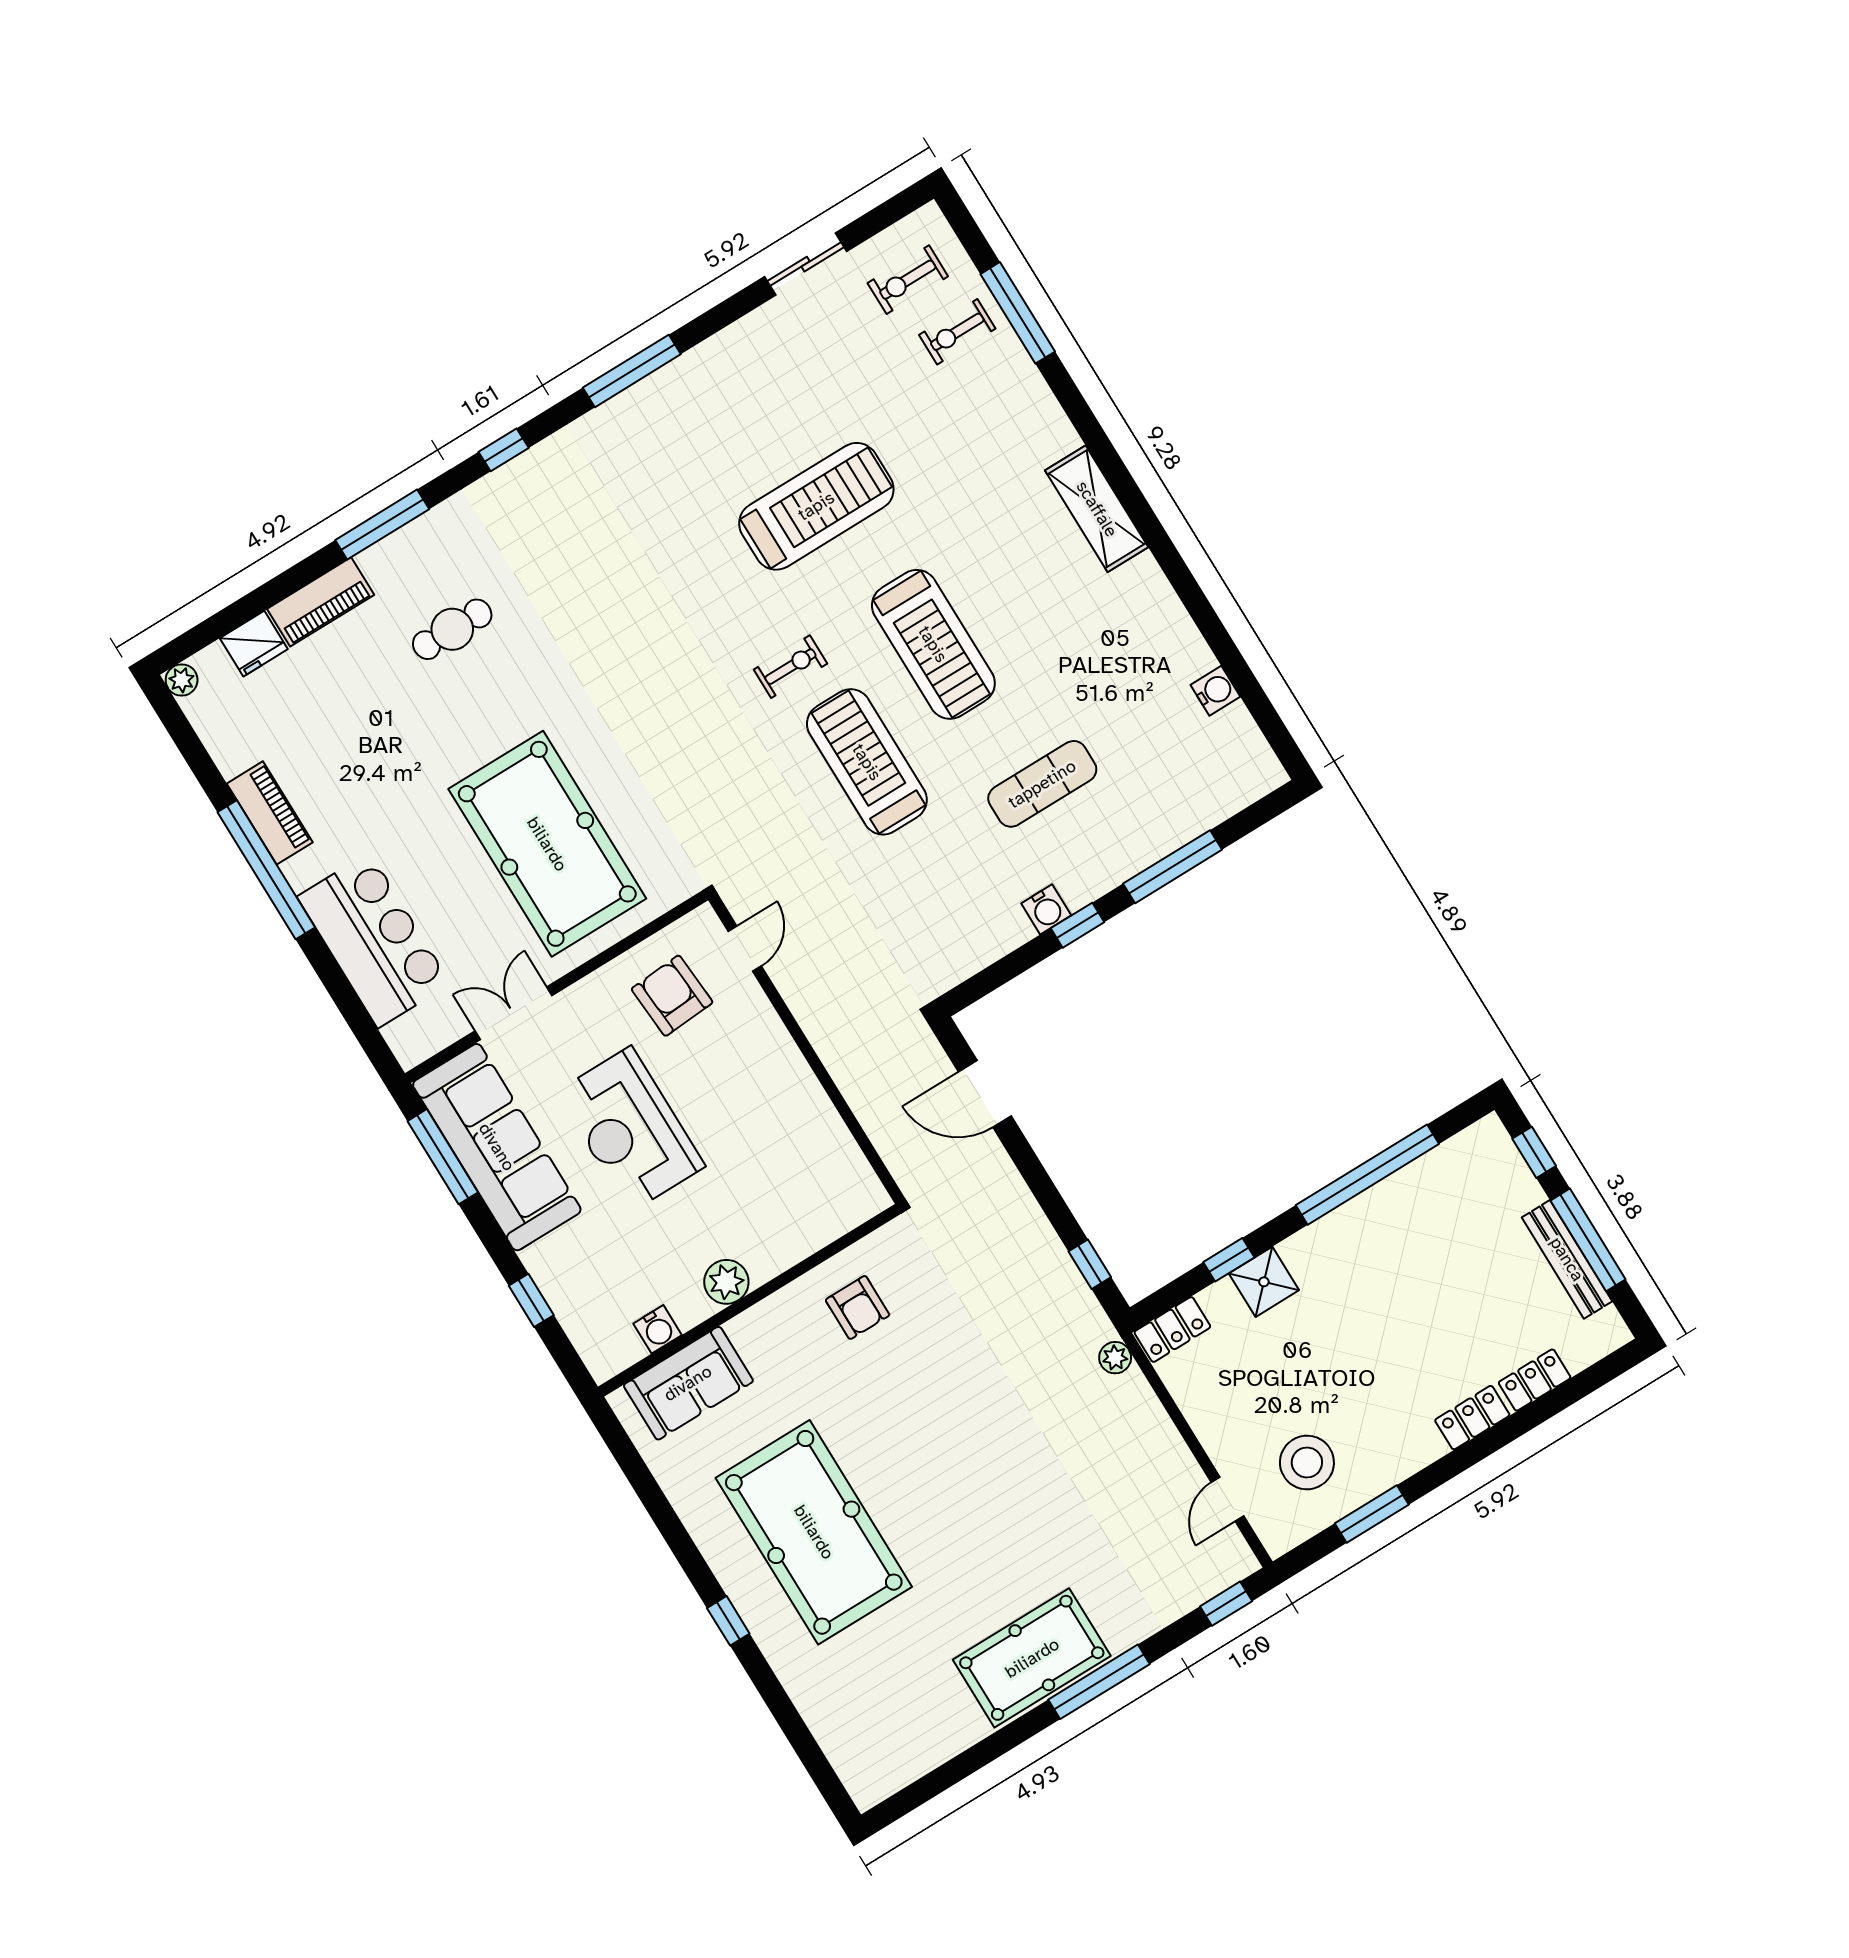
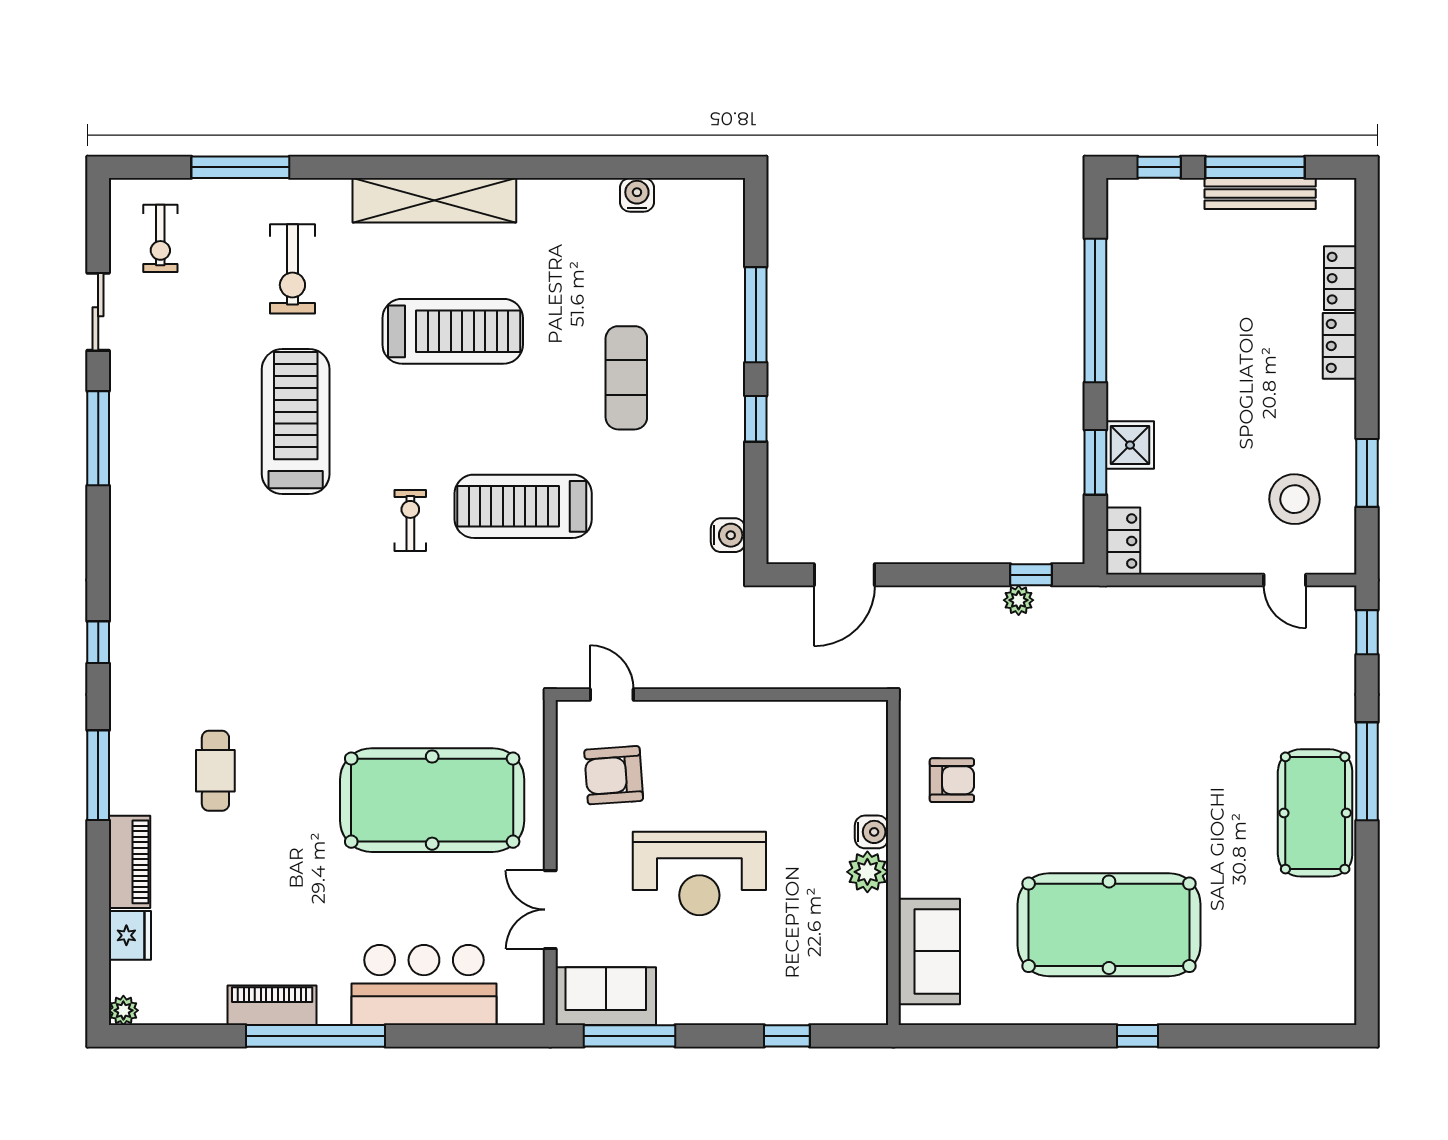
exercise bike: (957, 332) -> (292, 269), moved, width x1.38, depth x1.39
window: (632, 371) -> (98, 438), moved
shelving: (1097, 509) -> (434, 200), width x1.47
treadmill: (933, 644) -> (453, 331), moved
water cooler: (1046, 909) -> (728, 535), moved
sofa: (497, 1147) -> (606, 996), width x0.54, depth x0.79
window: (1229, 1260) -> (1095, 462), width x1.50
water cooler: (658, 1329) -> (872, 832), moved
plant: (1115, 1358) -> (1019, 600), moved

